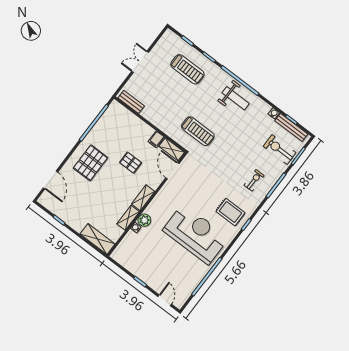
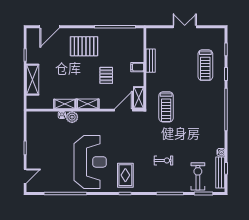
weight bench: (236, 98) -> (211, 116), removed
bench: (131, 102) -> (151, 61), moved
filing cabinet: (156, 139) -> (137, 67), moved
exercise bike: (254, 180) -> (164, 160), moved
shelving: (97, 239) -> (33, 80), moved

